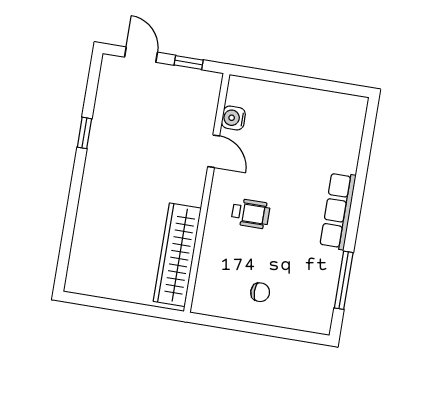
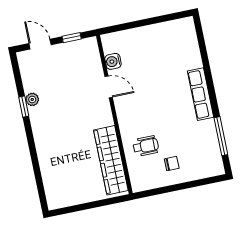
plant: (100, 128) -> (32, 99), added
wheelchair: (251, 213) -> (146, 146), moved

